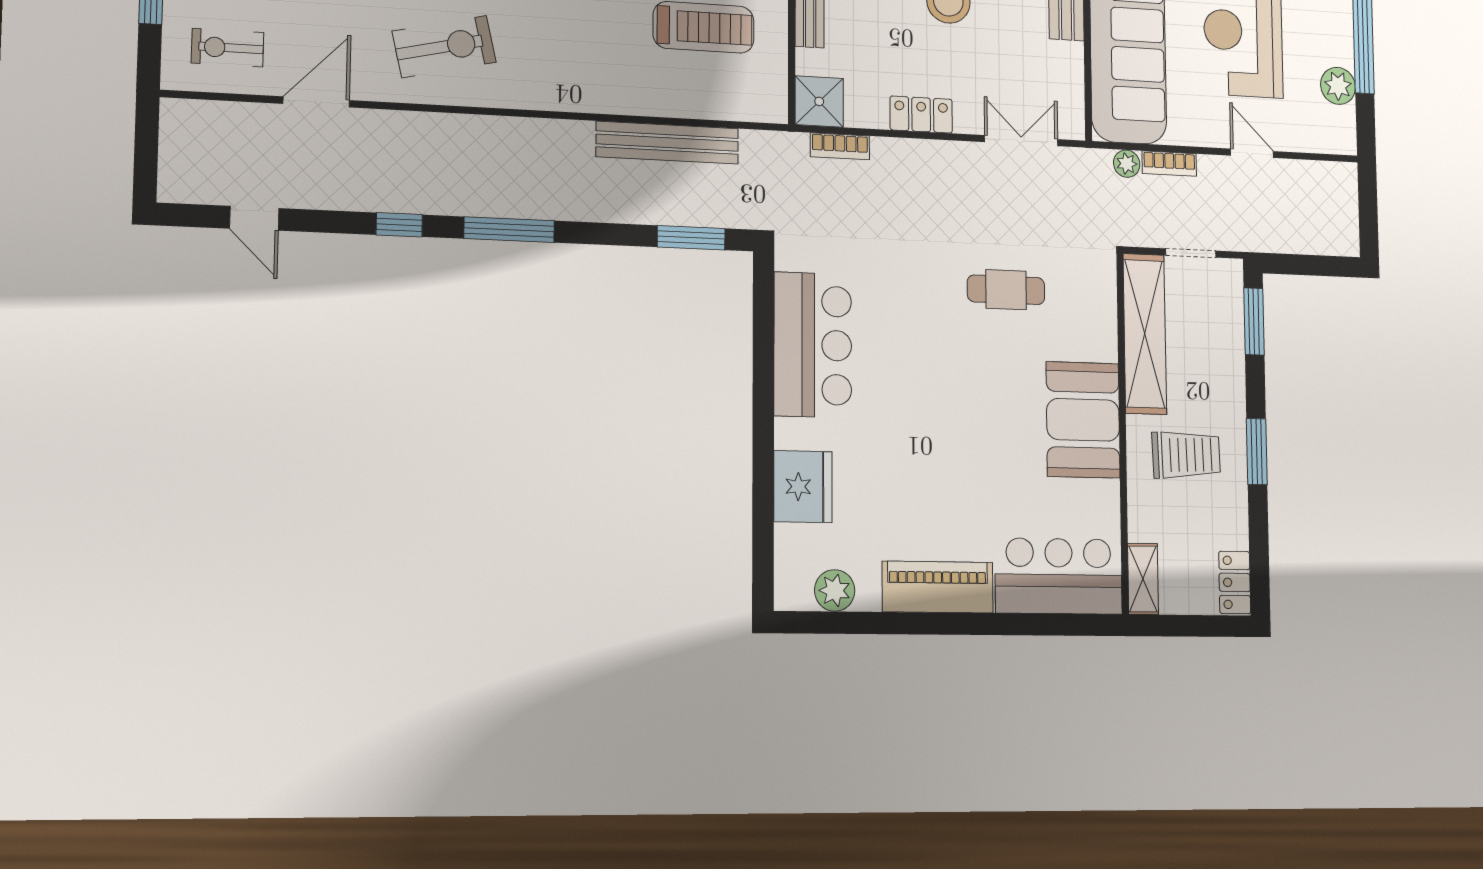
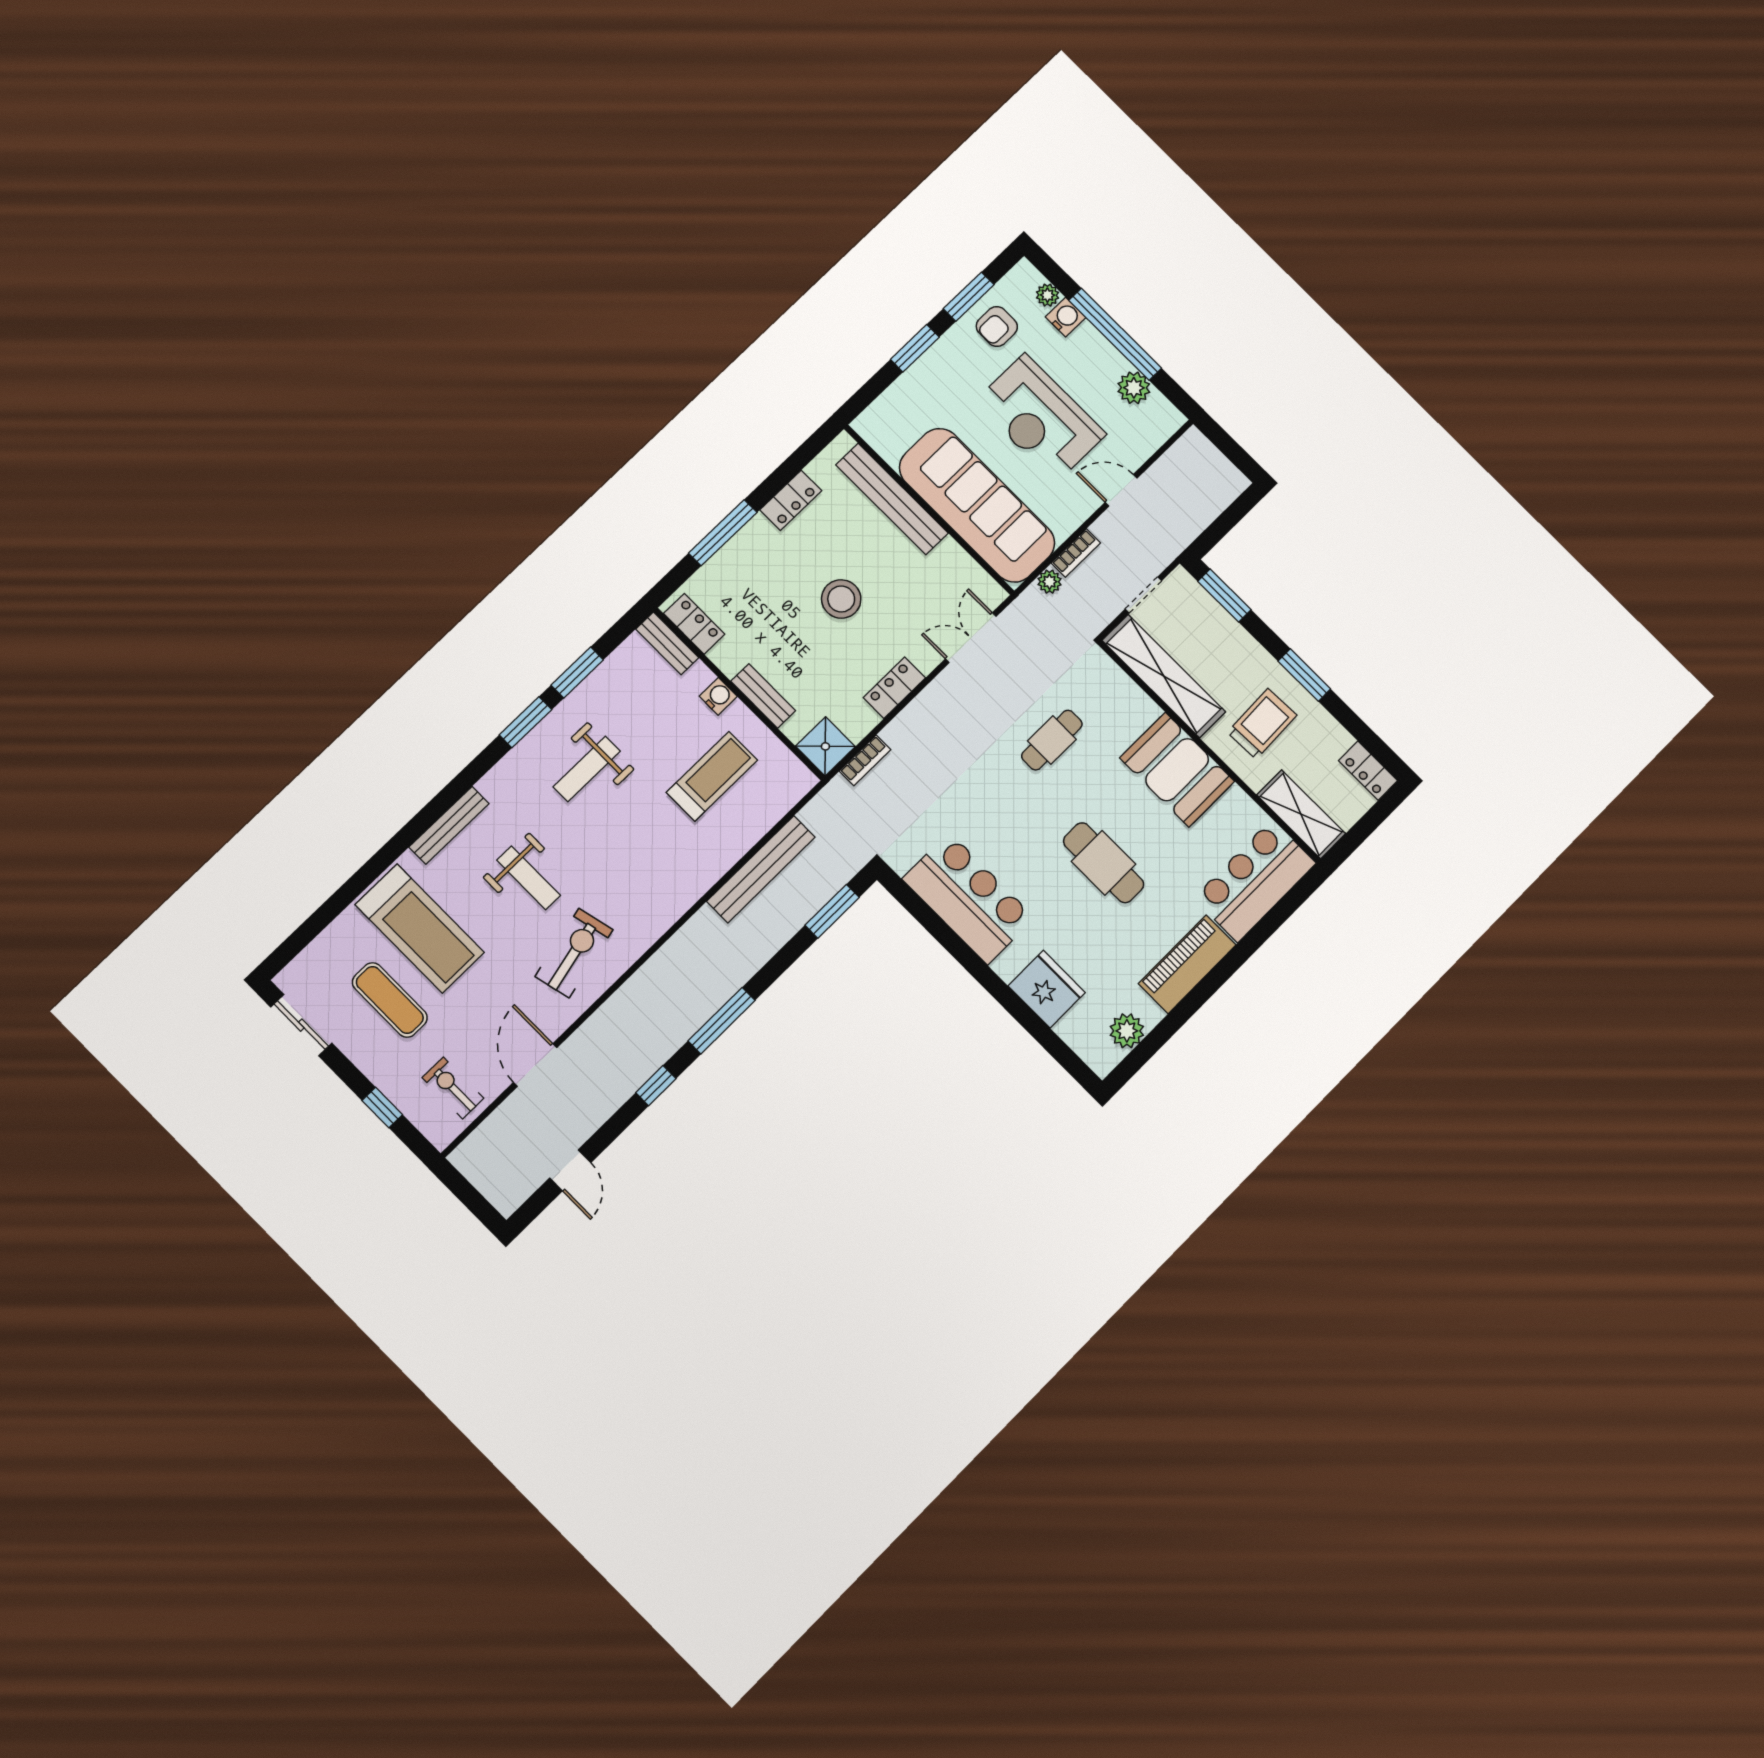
exercise bike: (228, 48) -> (453, 1088), turned 90
door: (254, 218) -> (570, 1170), hinge flipped
cafe table: (951, 432) -> (1104, 863), added
shelving: (1143, 579) -> (1301, 814), width x1.50, depth x1.33

